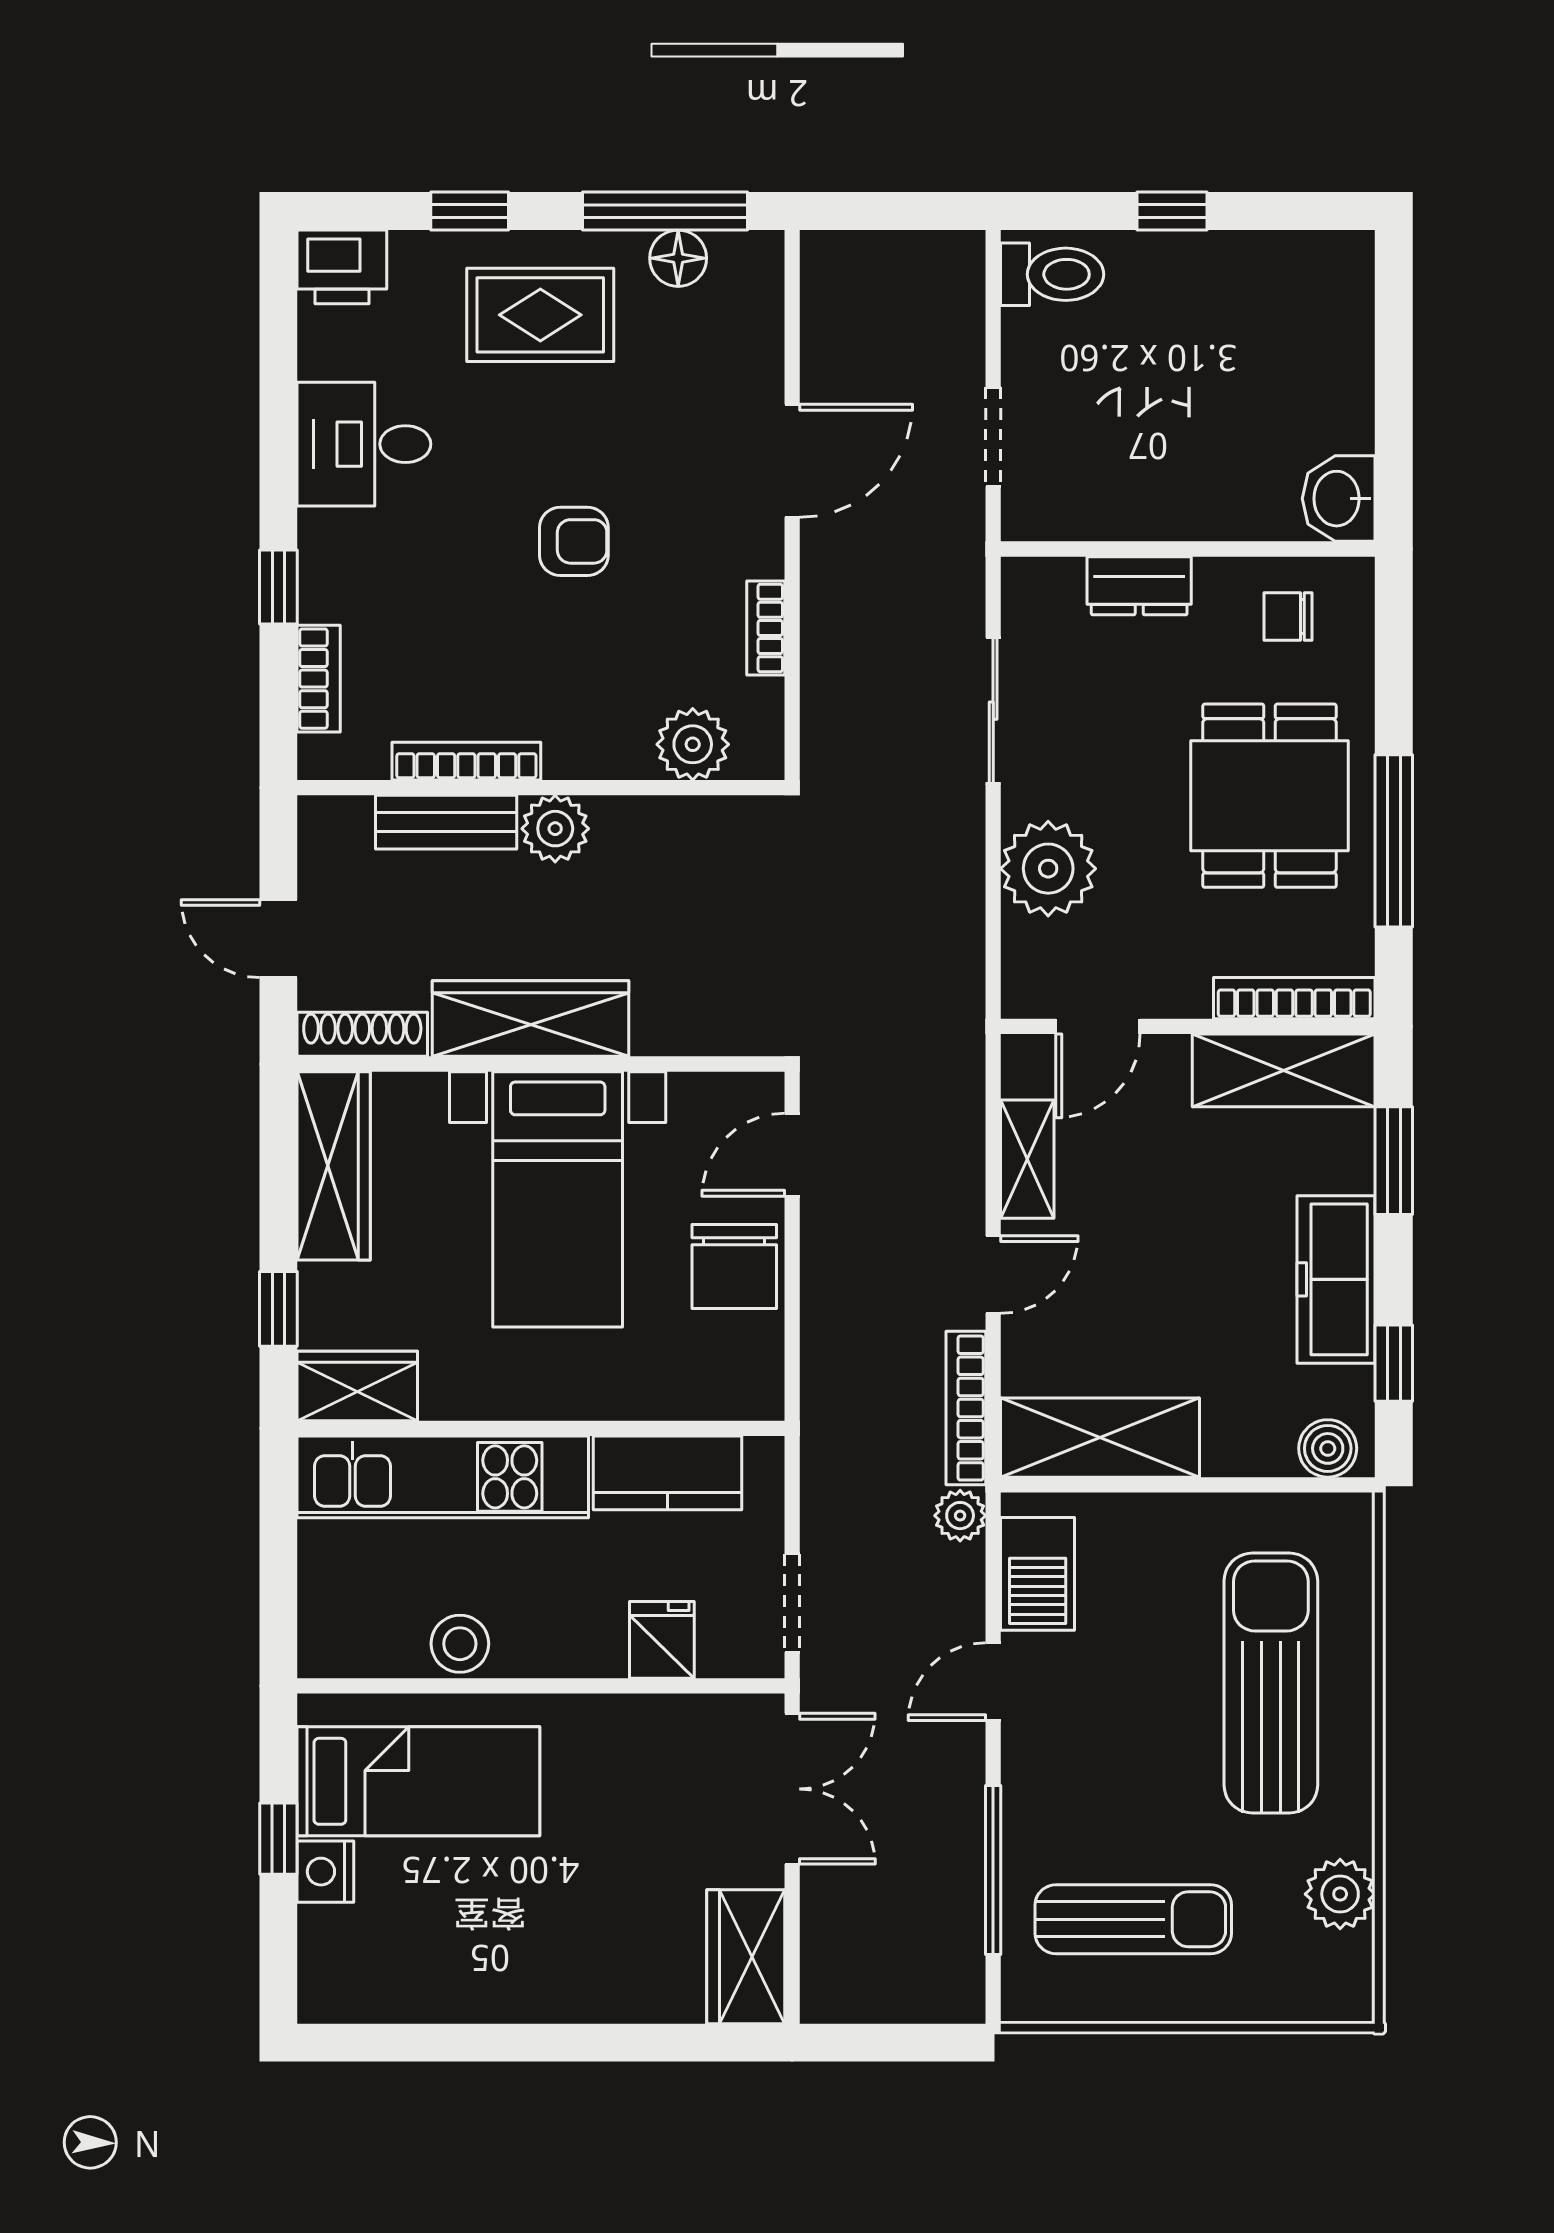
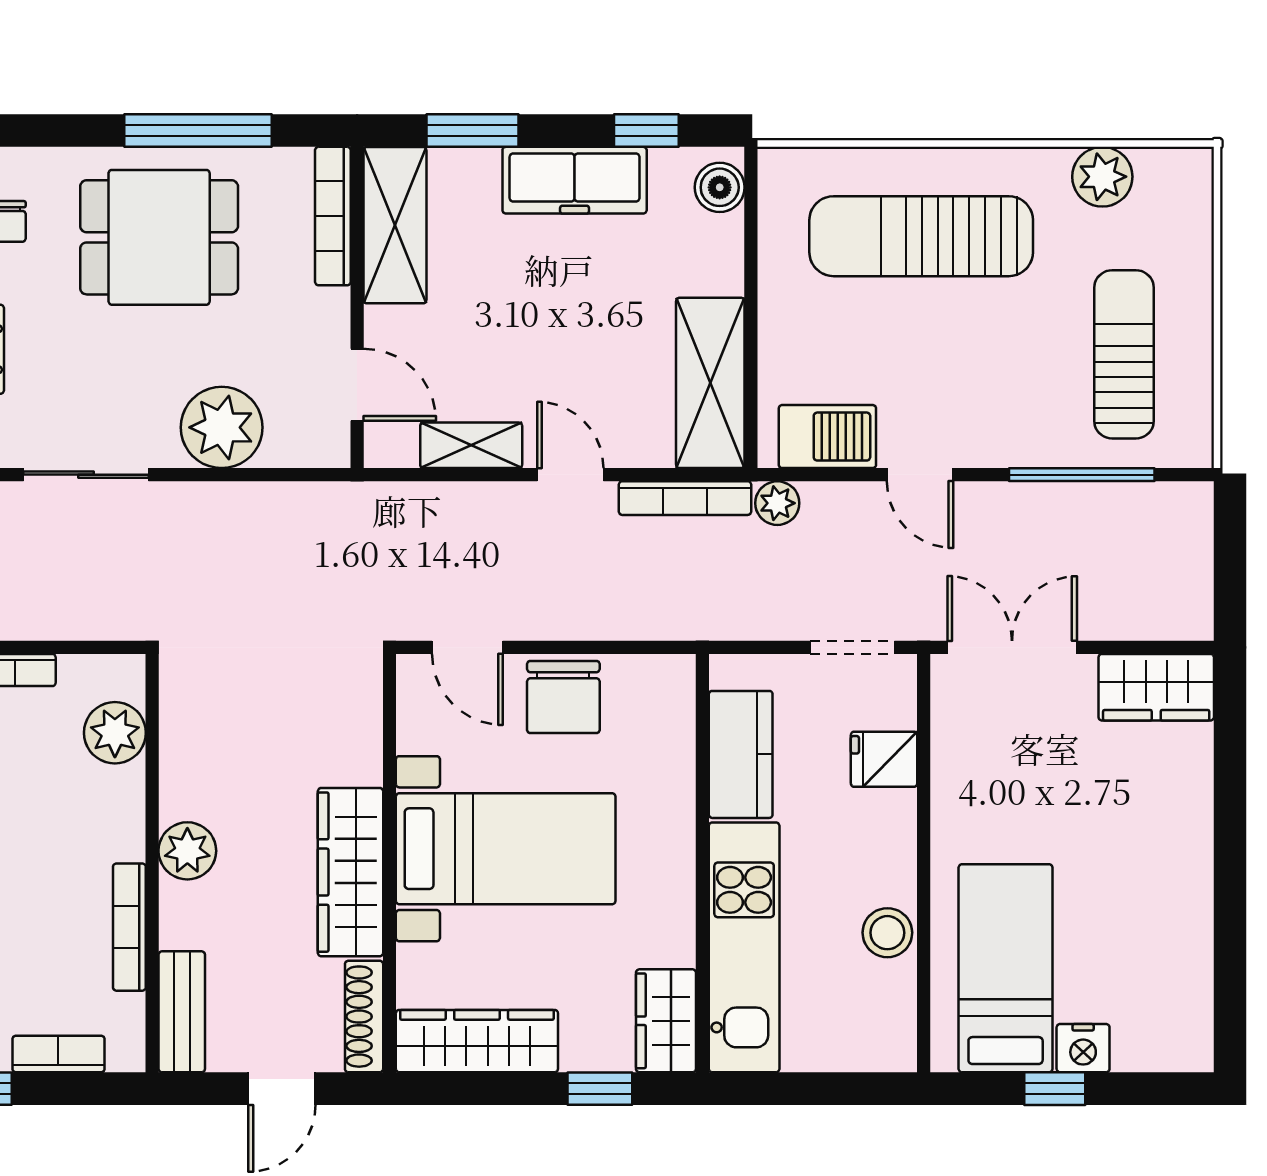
bench: (446, 822) -> (182, 1012), moved
chair: (734, 1266) -> (563, 697), turned 90

